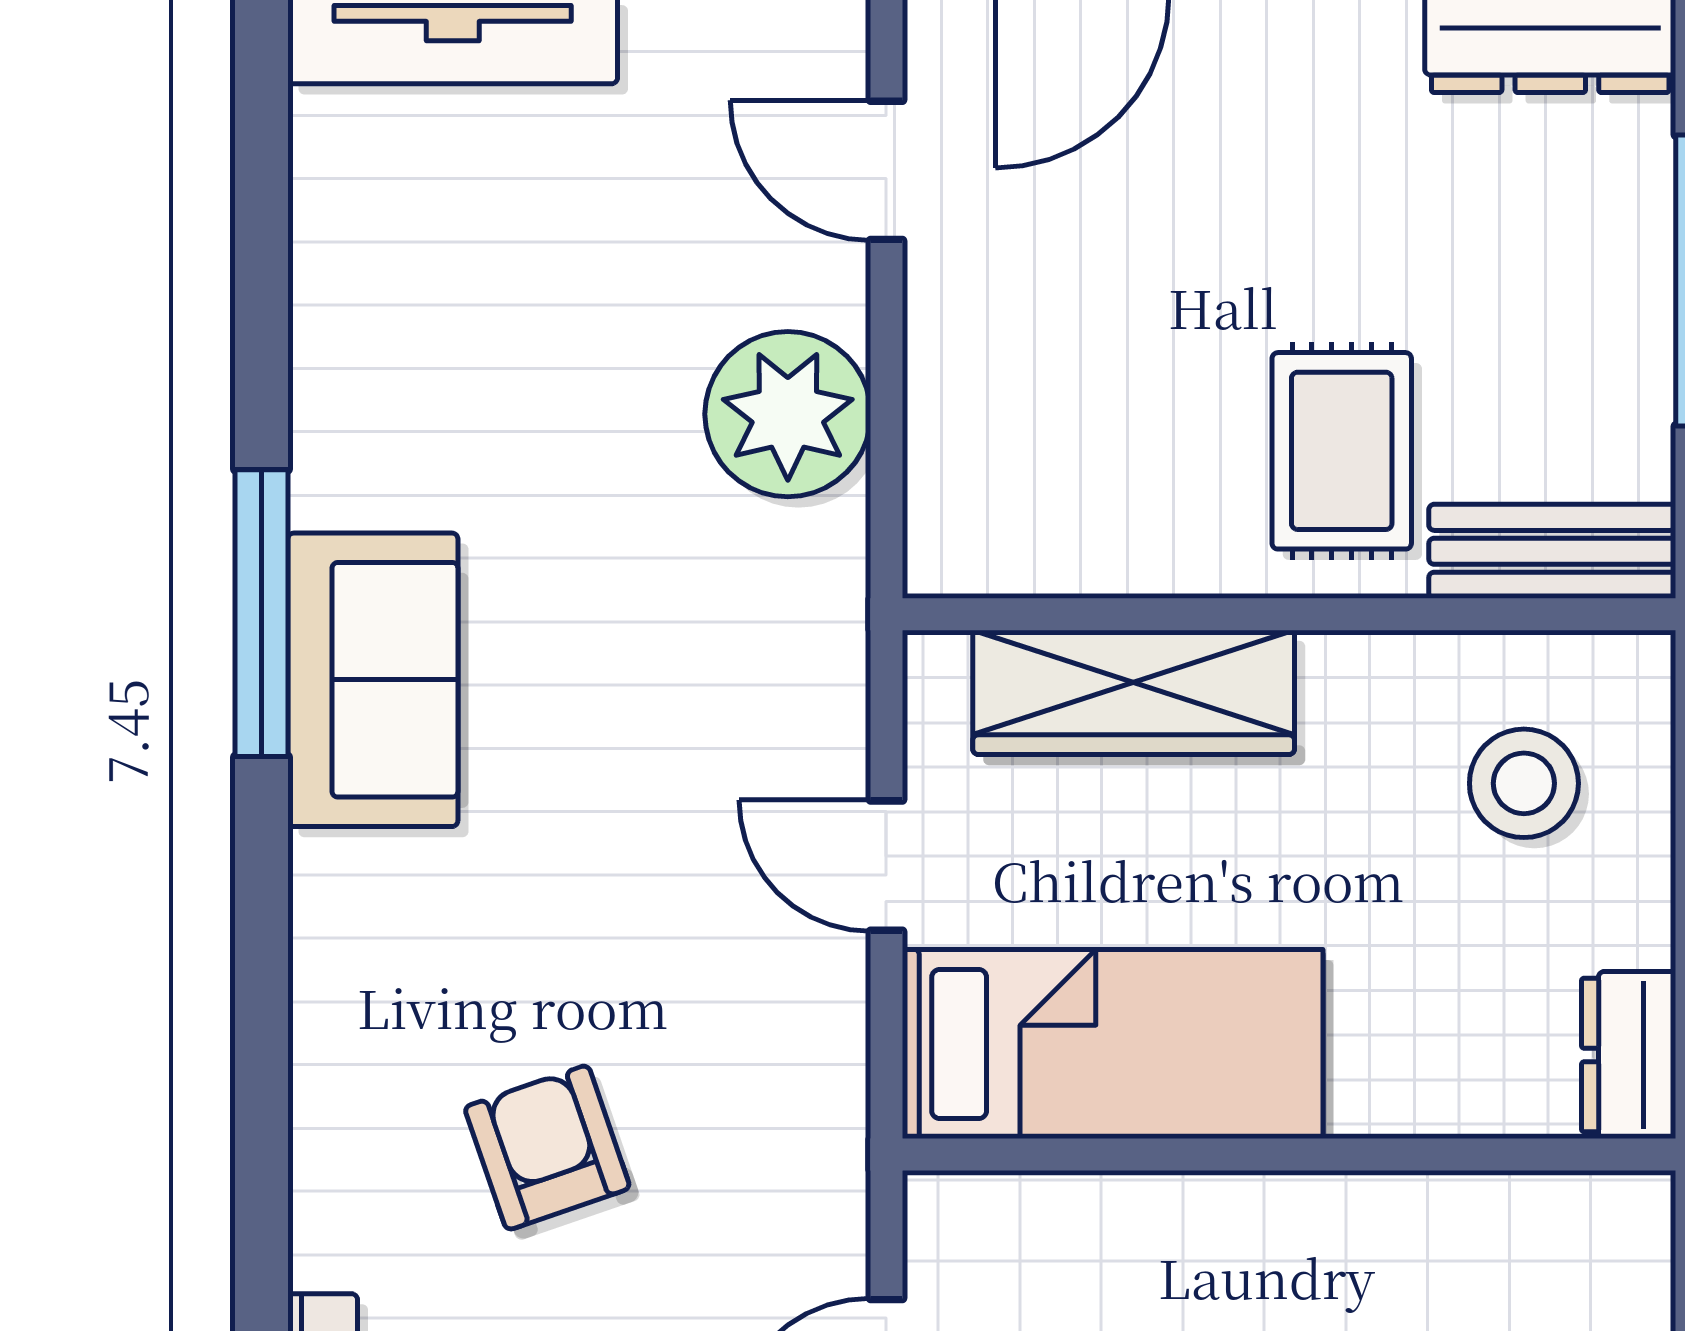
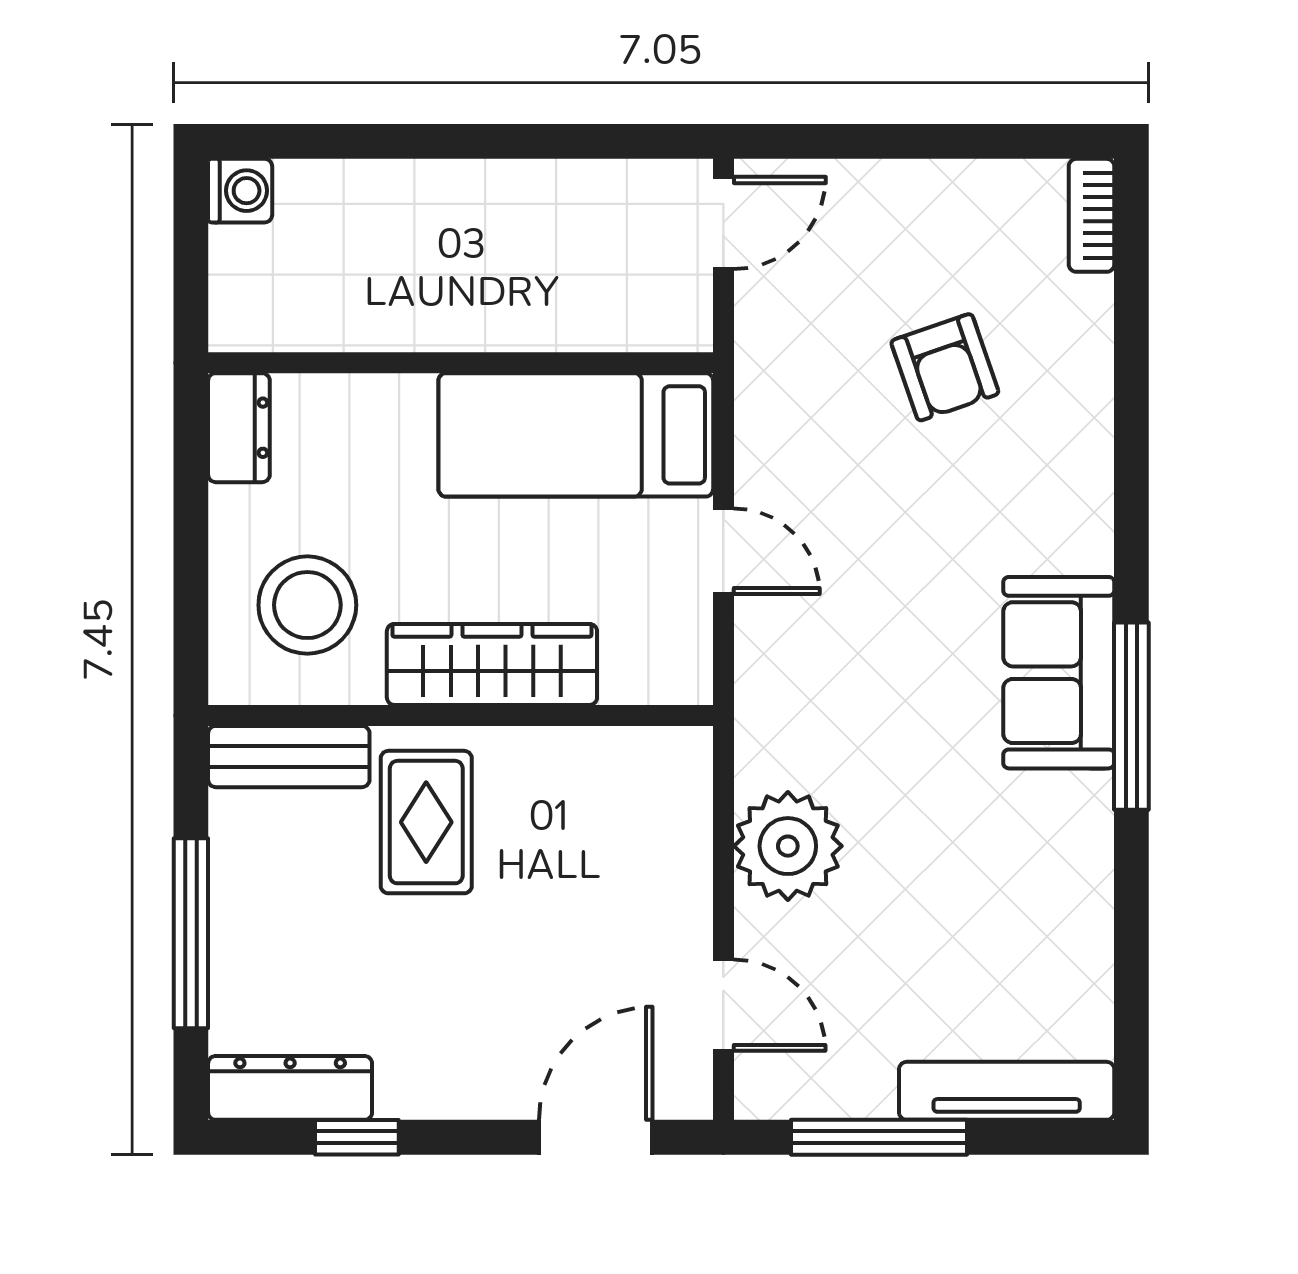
wardrobe: (1134, 692) -> (492, 664), moved
stool: (1524, 783) -> (307, 605), width x1.38, depth x1.38

